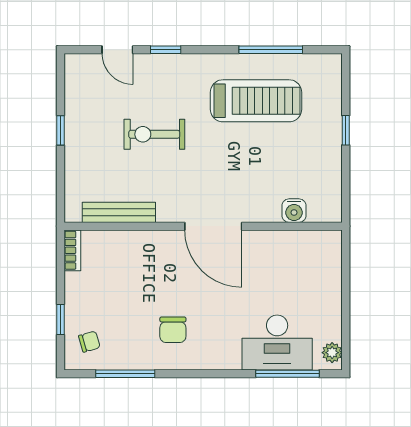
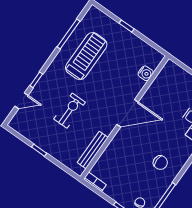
exercise bike: (154, 134) -> (70, 111), turned 180

